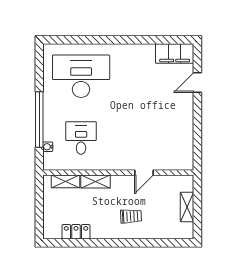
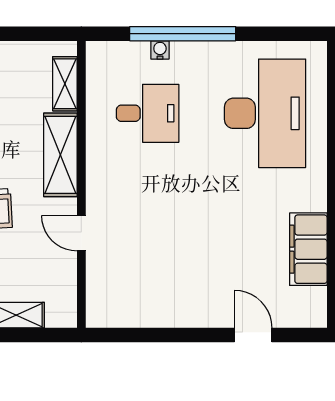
filing cabinet: (175, 54) -> (308, 249), moved
water cooler: (48, 147) -> (160, 50), moved
shelving: (96, 182) -> (60, 155), width x1.50, depth x1.33

